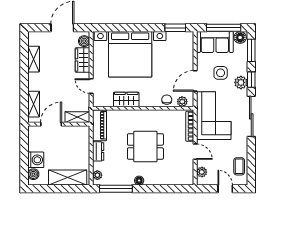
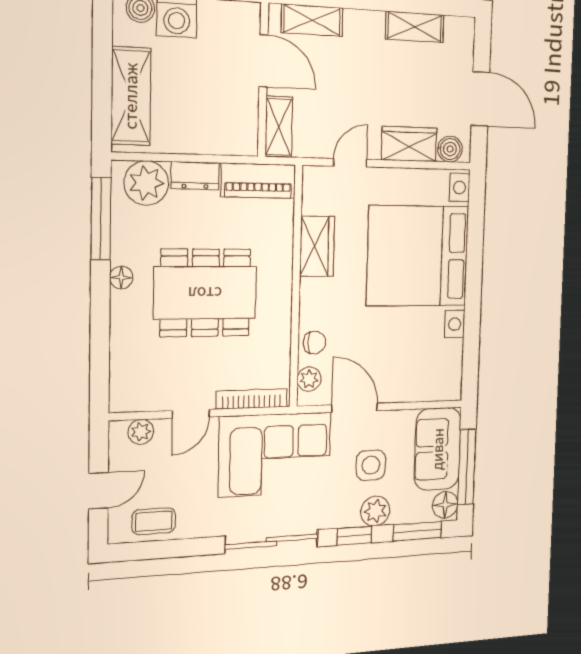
window: (175, 28) -> (471, 359), removed
plant: (241, 82) -> (375, 511), moved
dining table: (145, 147) -> (205, 293), width x1.38
plant: (97, 175) -> (146, 183), width x1.88, depth x1.88

